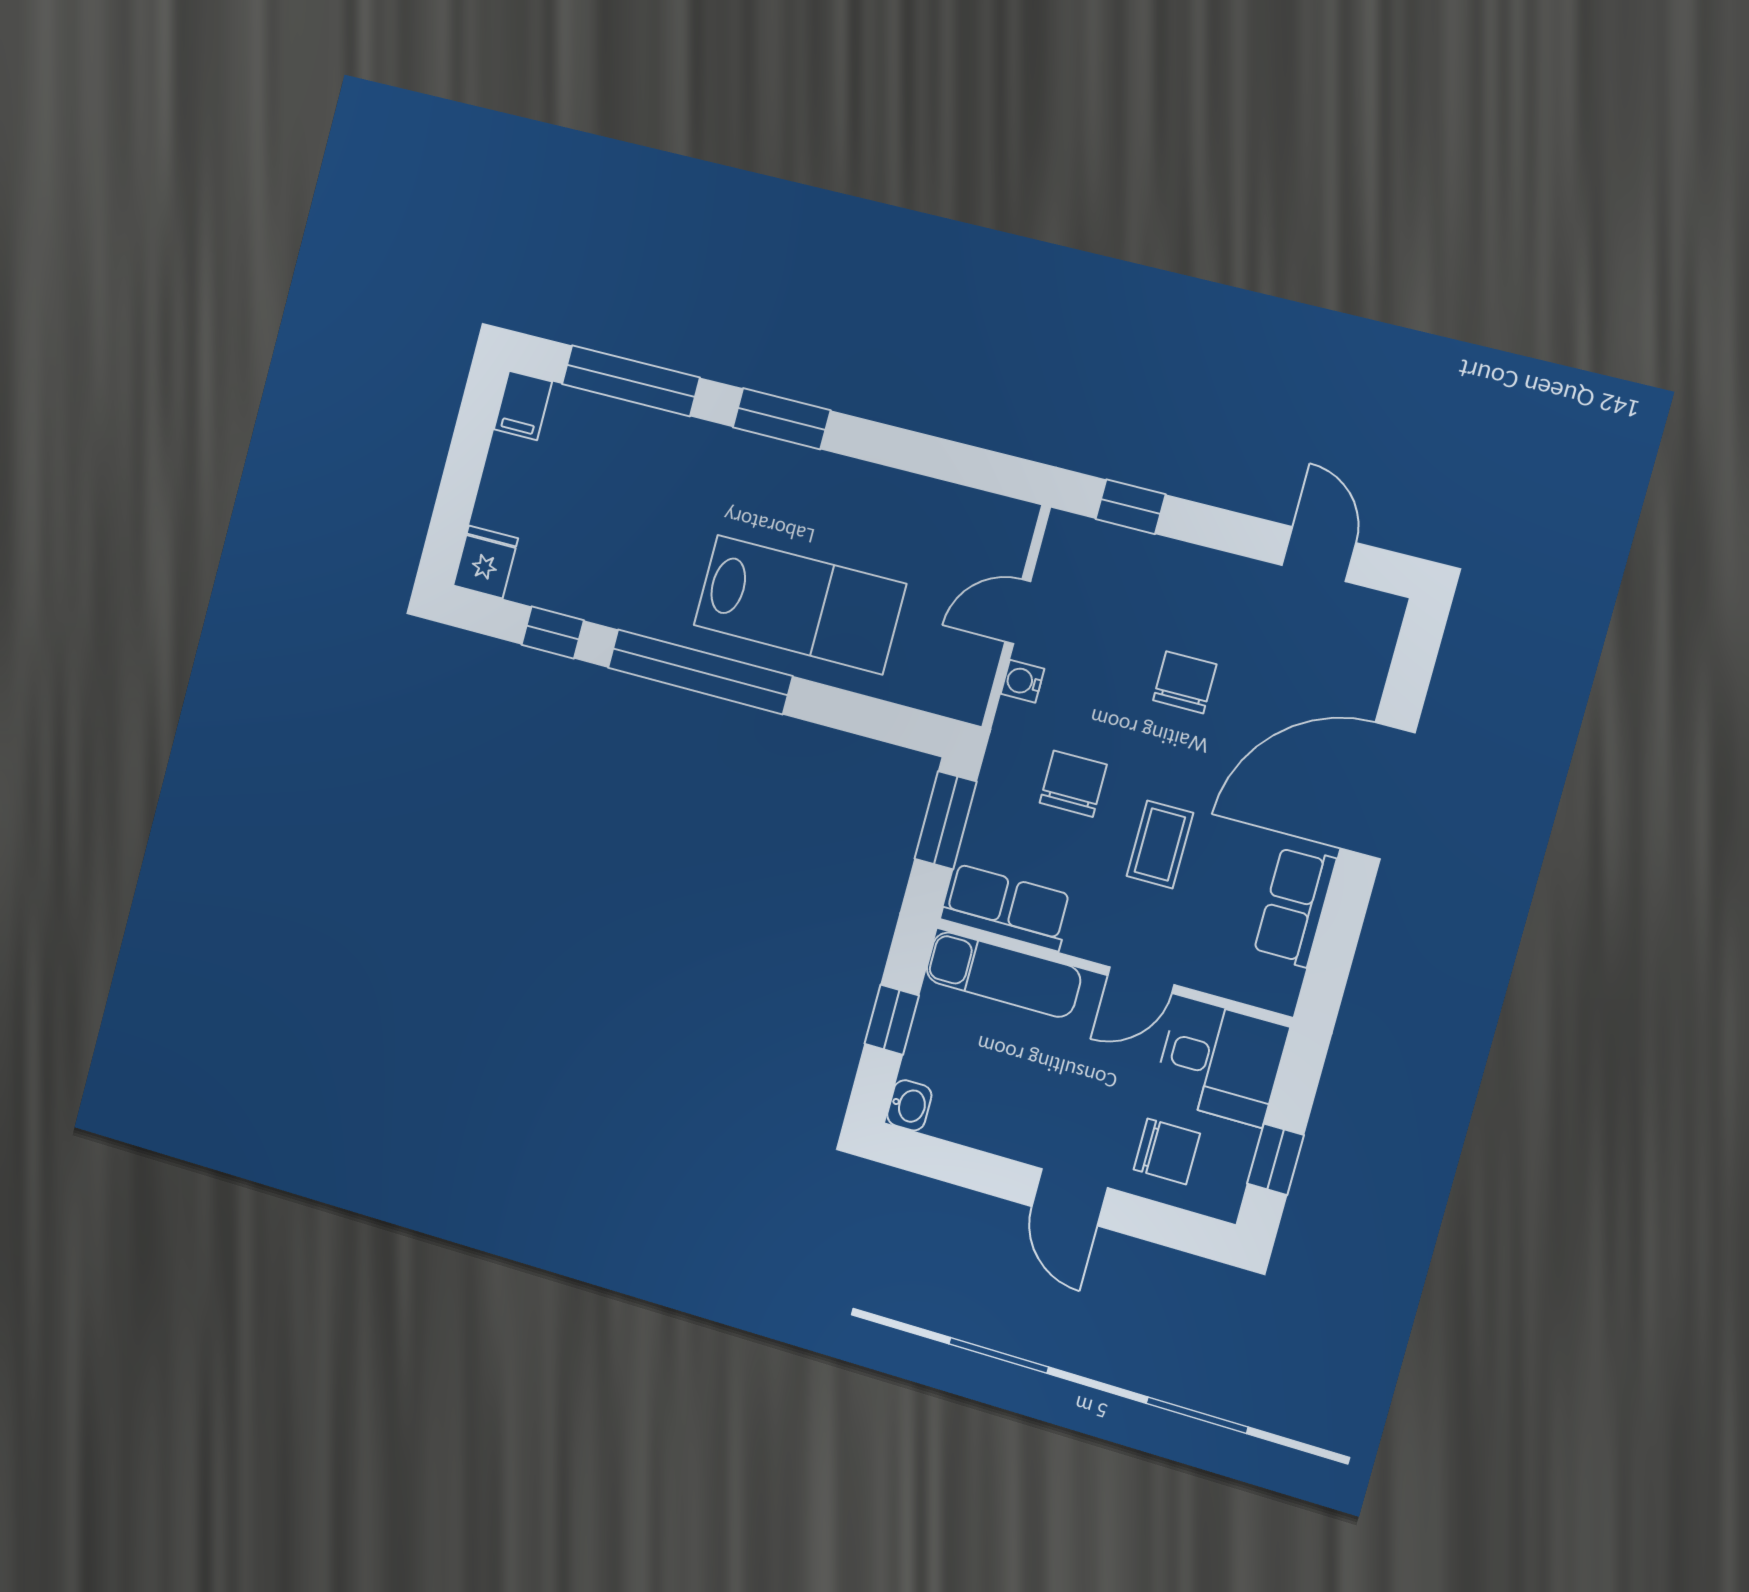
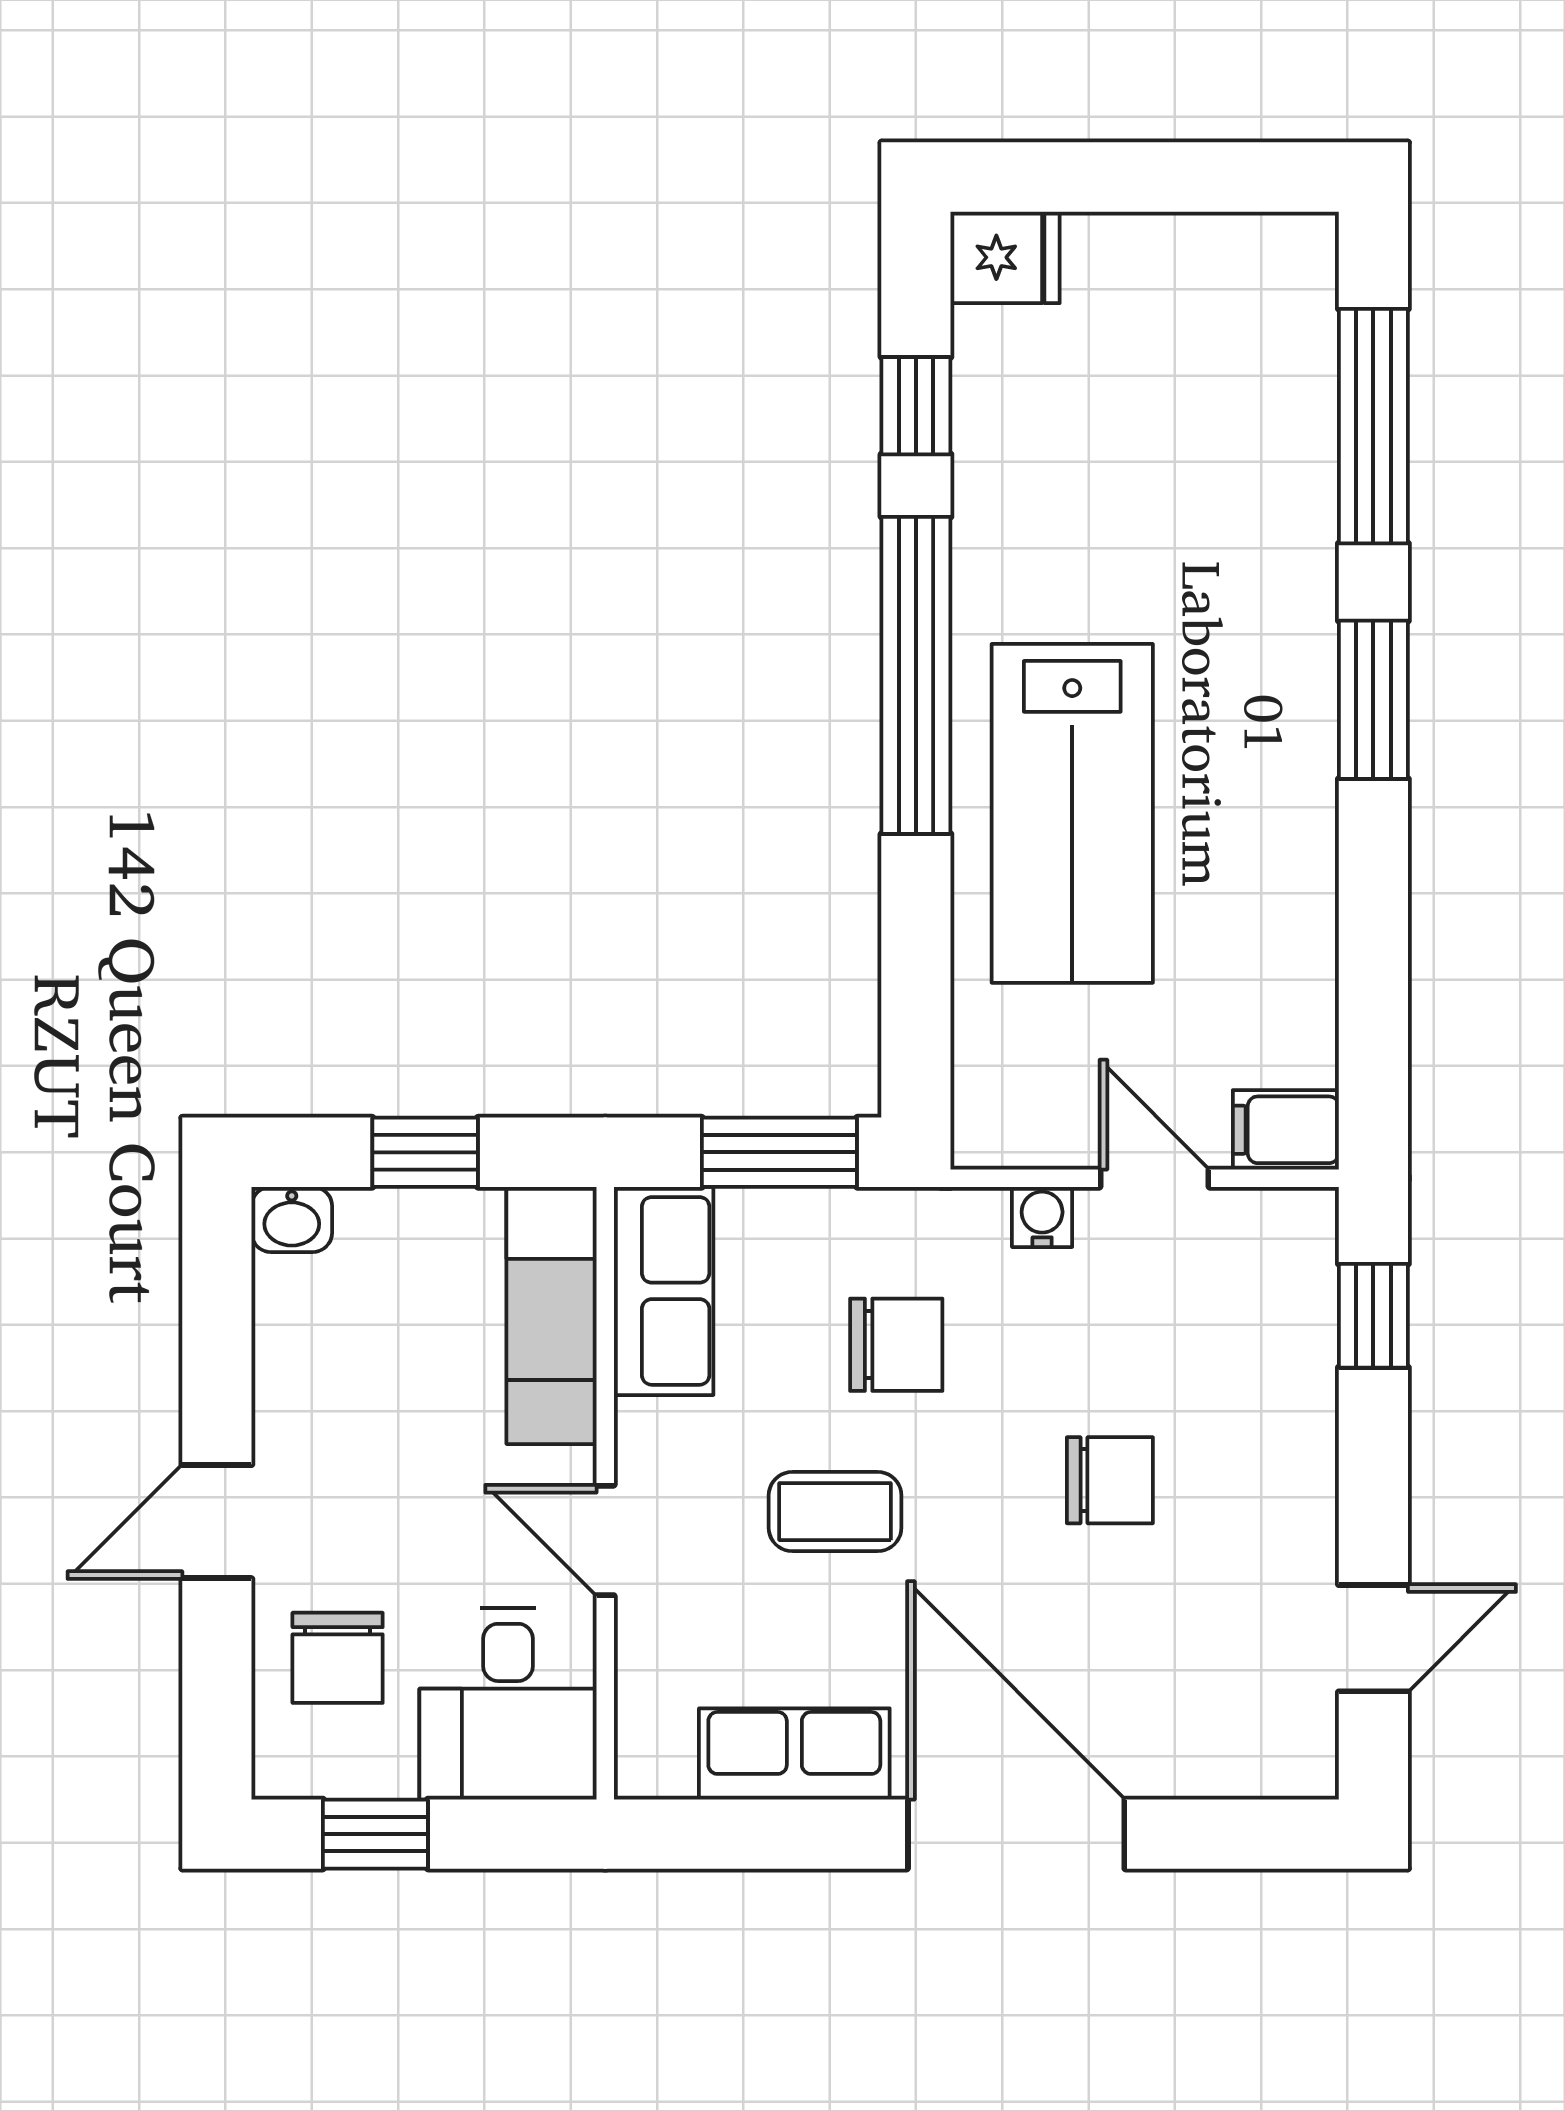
filing cabinet: (523, 405) -> (1286, 1130), moved

